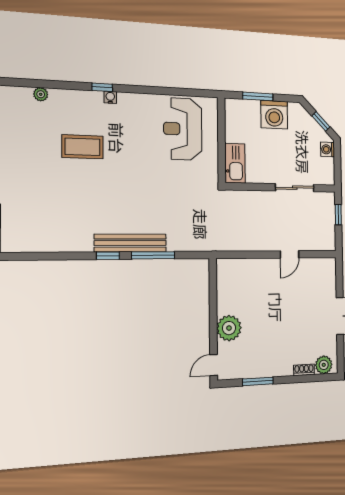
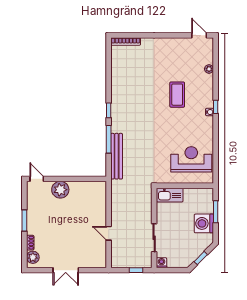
washing machine: (328, 149) -> (162, 263), moved
bench: (130, 243) -> (117, 156), moved
window: (258, 381) -> (24, 221), moved

